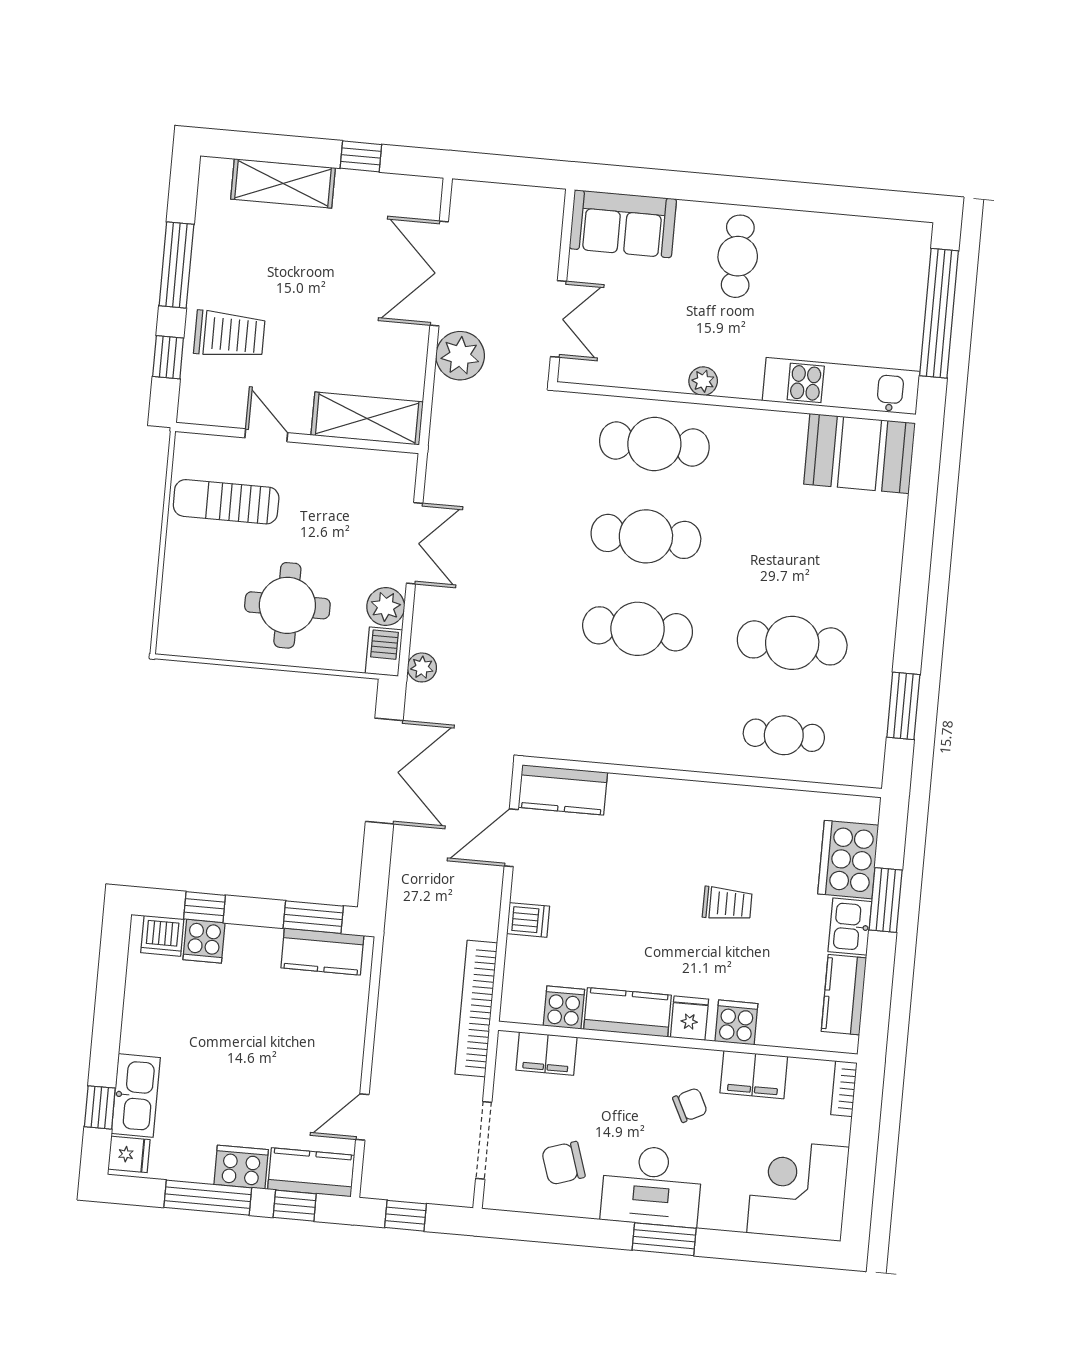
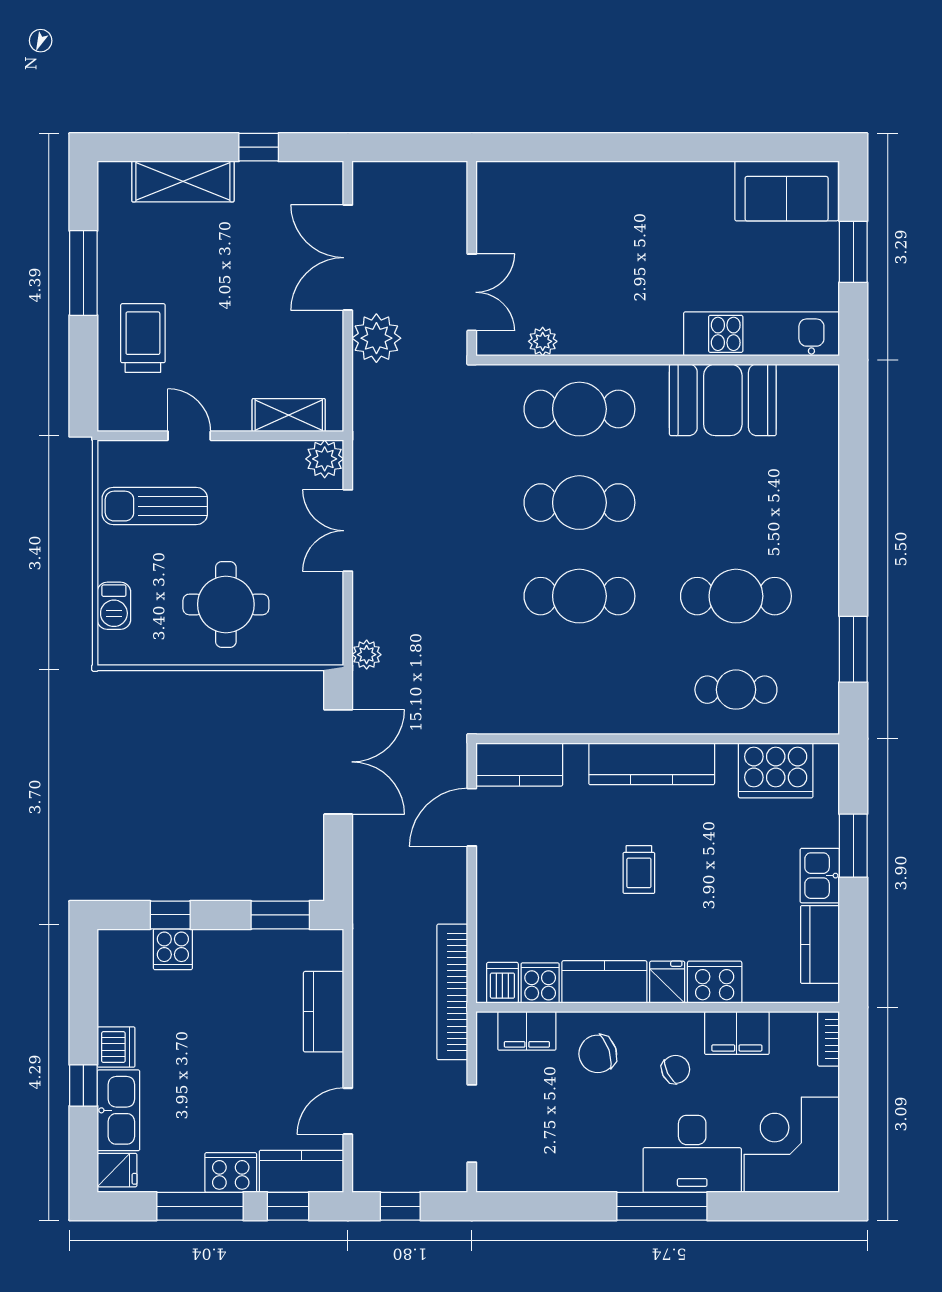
sofa: (623, 224) -> (787, 191), moved
cafe table: (738, 256) -> (646, 213), removed
window: (939, 313) -> (853, 252), width x0.47
trolley: (229, 335) -> (143, 338), turned -90
window: (168, 357) -> (83, 366), removed
plant: (703, 381) -> (543, 341), moved
shelving: (367, 418) -> (289, 415), width x0.67, depth x0.75
booth: (859, 454) -> (723, 400), moved
double door: (415, 543) -> (348, 531), swing flipped
plant: (386, 607) -> (325, 459), moved
barbecue: (384, 652) -> (114, 606), moved, turned 180
kitchen counter: (694, 801) -> (652, 764), added
cooker: (848, 860) -> (776, 770), moved, turned -90
trolley: (727, 904) -> (639, 870), moved, turned 90
dishwasher: (528, 920) -> (502, 983), moved, turned -90
dishwasher: (162, 936) -> (116, 1047), moved, turned -90
kitchen counter: (322, 952) -> (324, 1012), moved, turned 90
cooker: (736, 1022) -> (715, 982), width x1.36
window: (100, 1107) -> (83, 1085), moved
chair: (563, 1163) -> (598, 1054), moved
desk: (652, 1186) -> (692, 1154), moved
window: (664, 1239) -> (662, 1206), width x1.44

